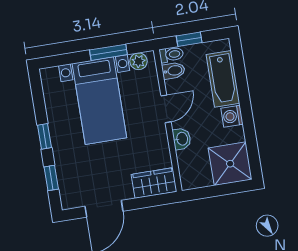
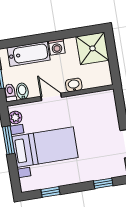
window: (45, 136) -> (50, 192), moved
wardrobe: (154, 183) -> (107, 106), removed

